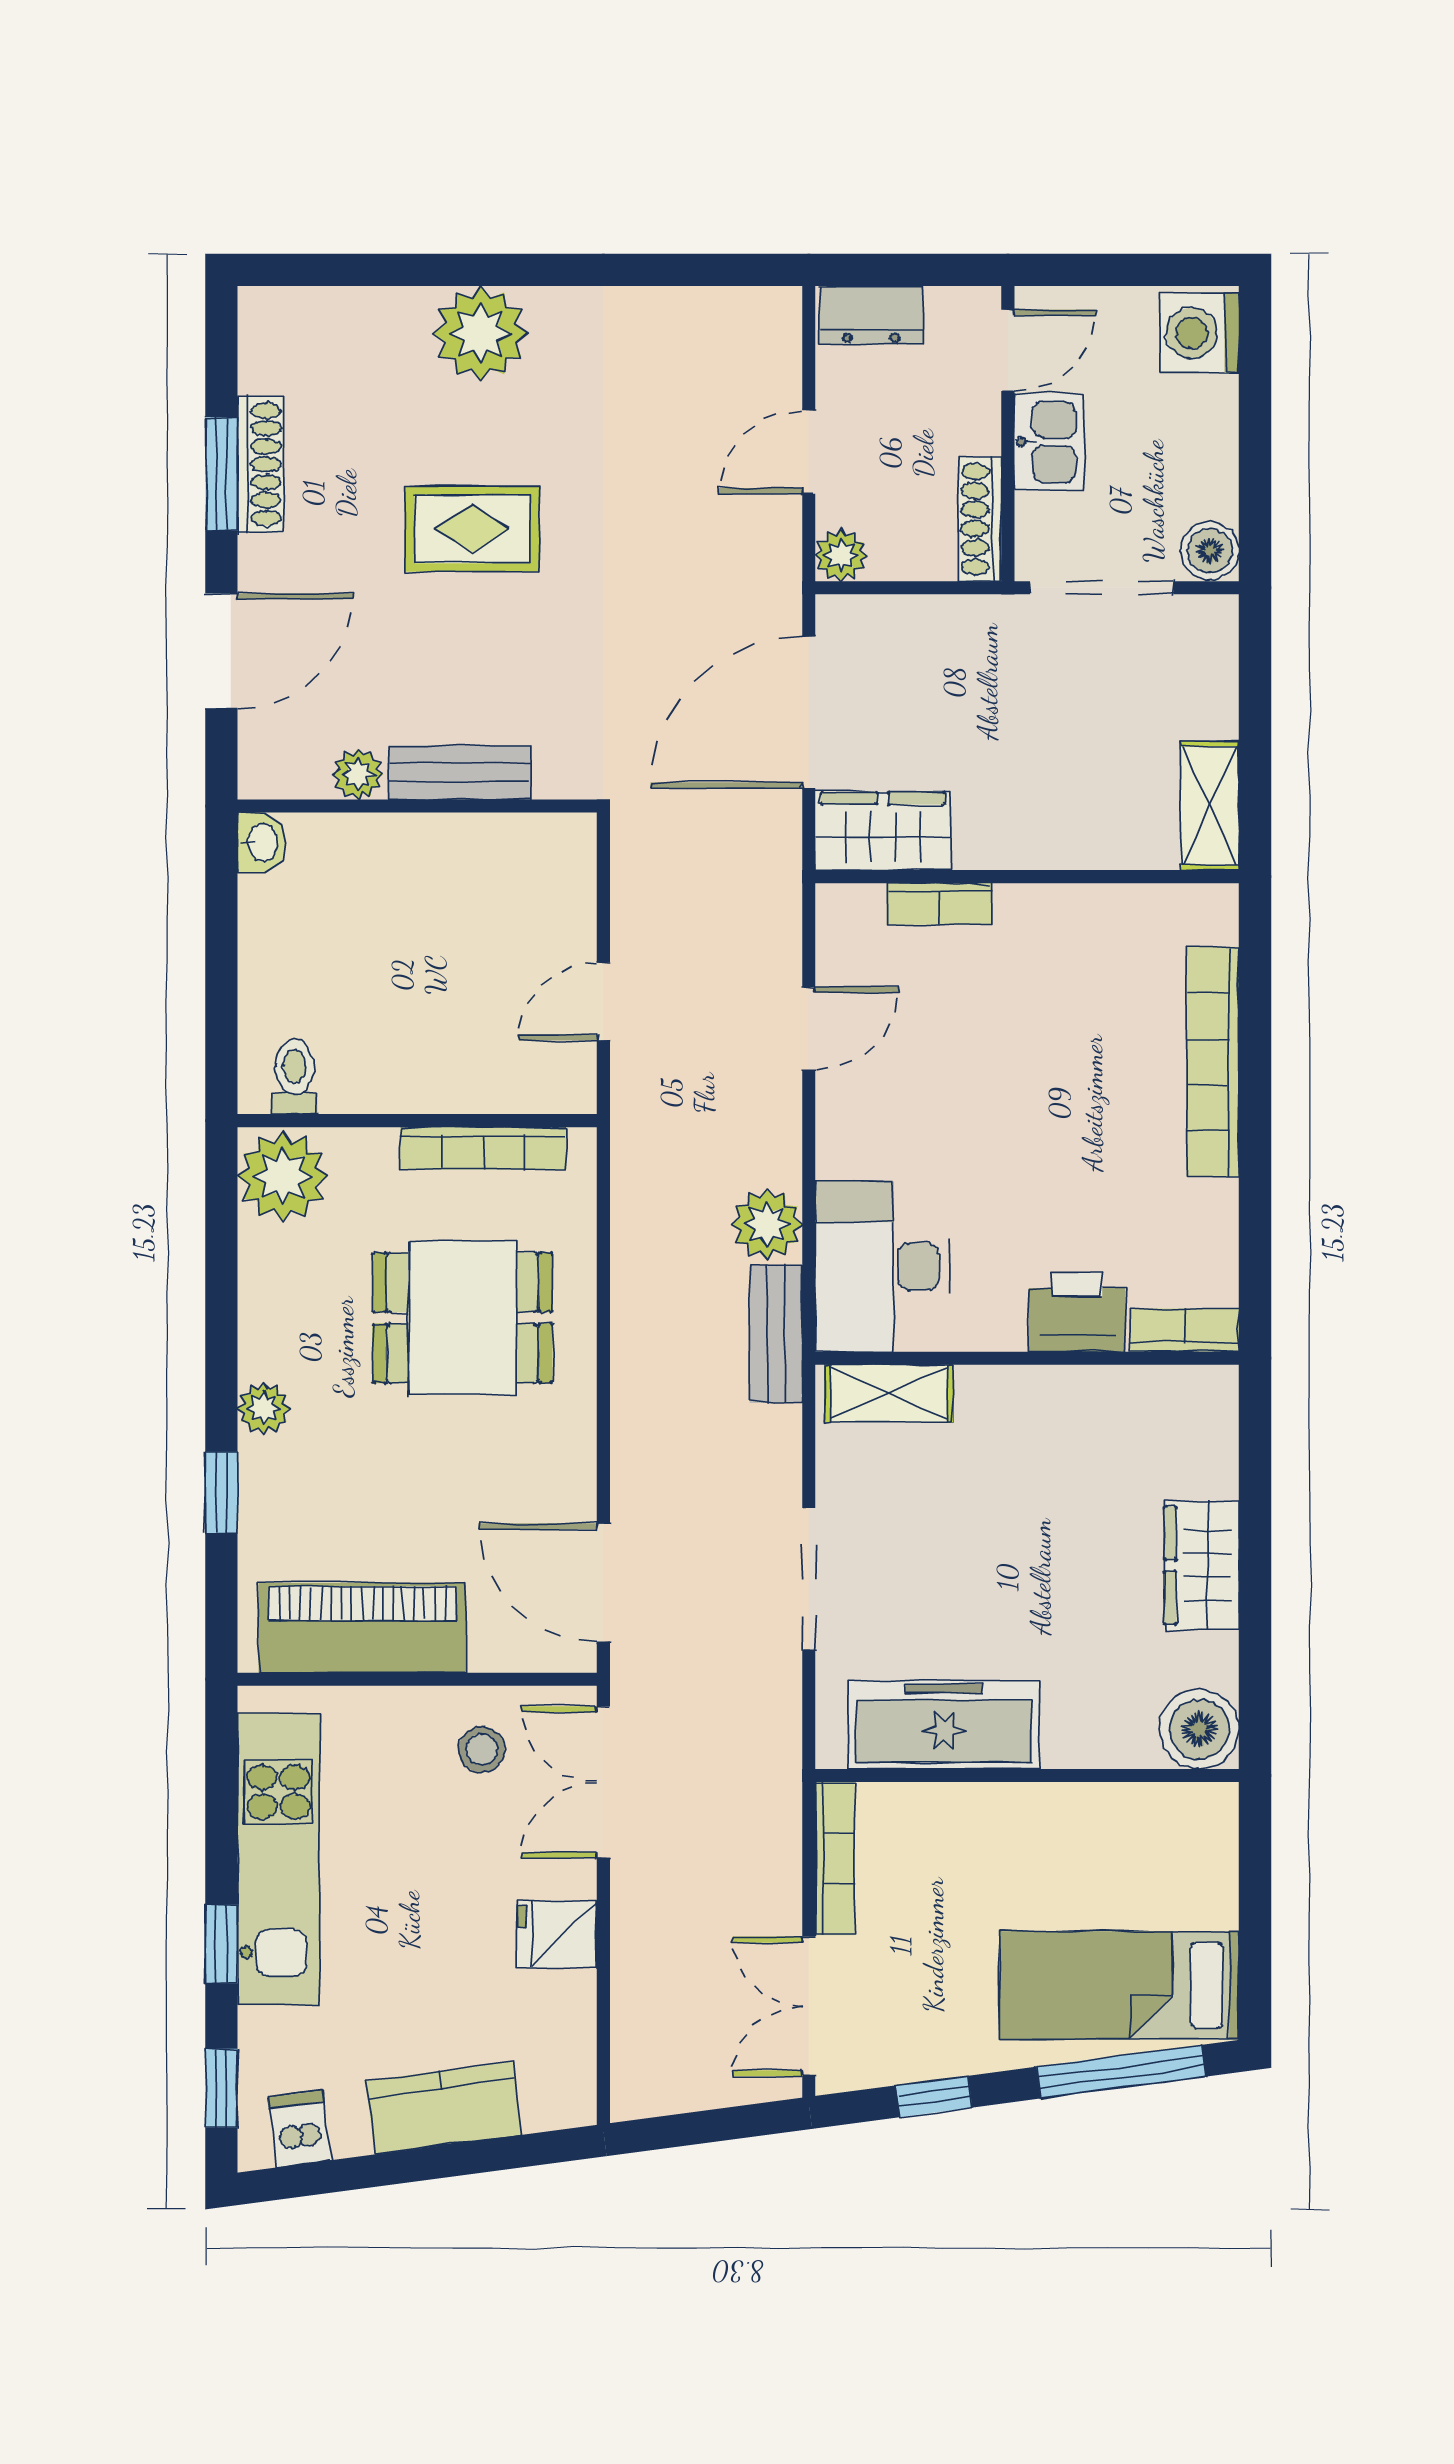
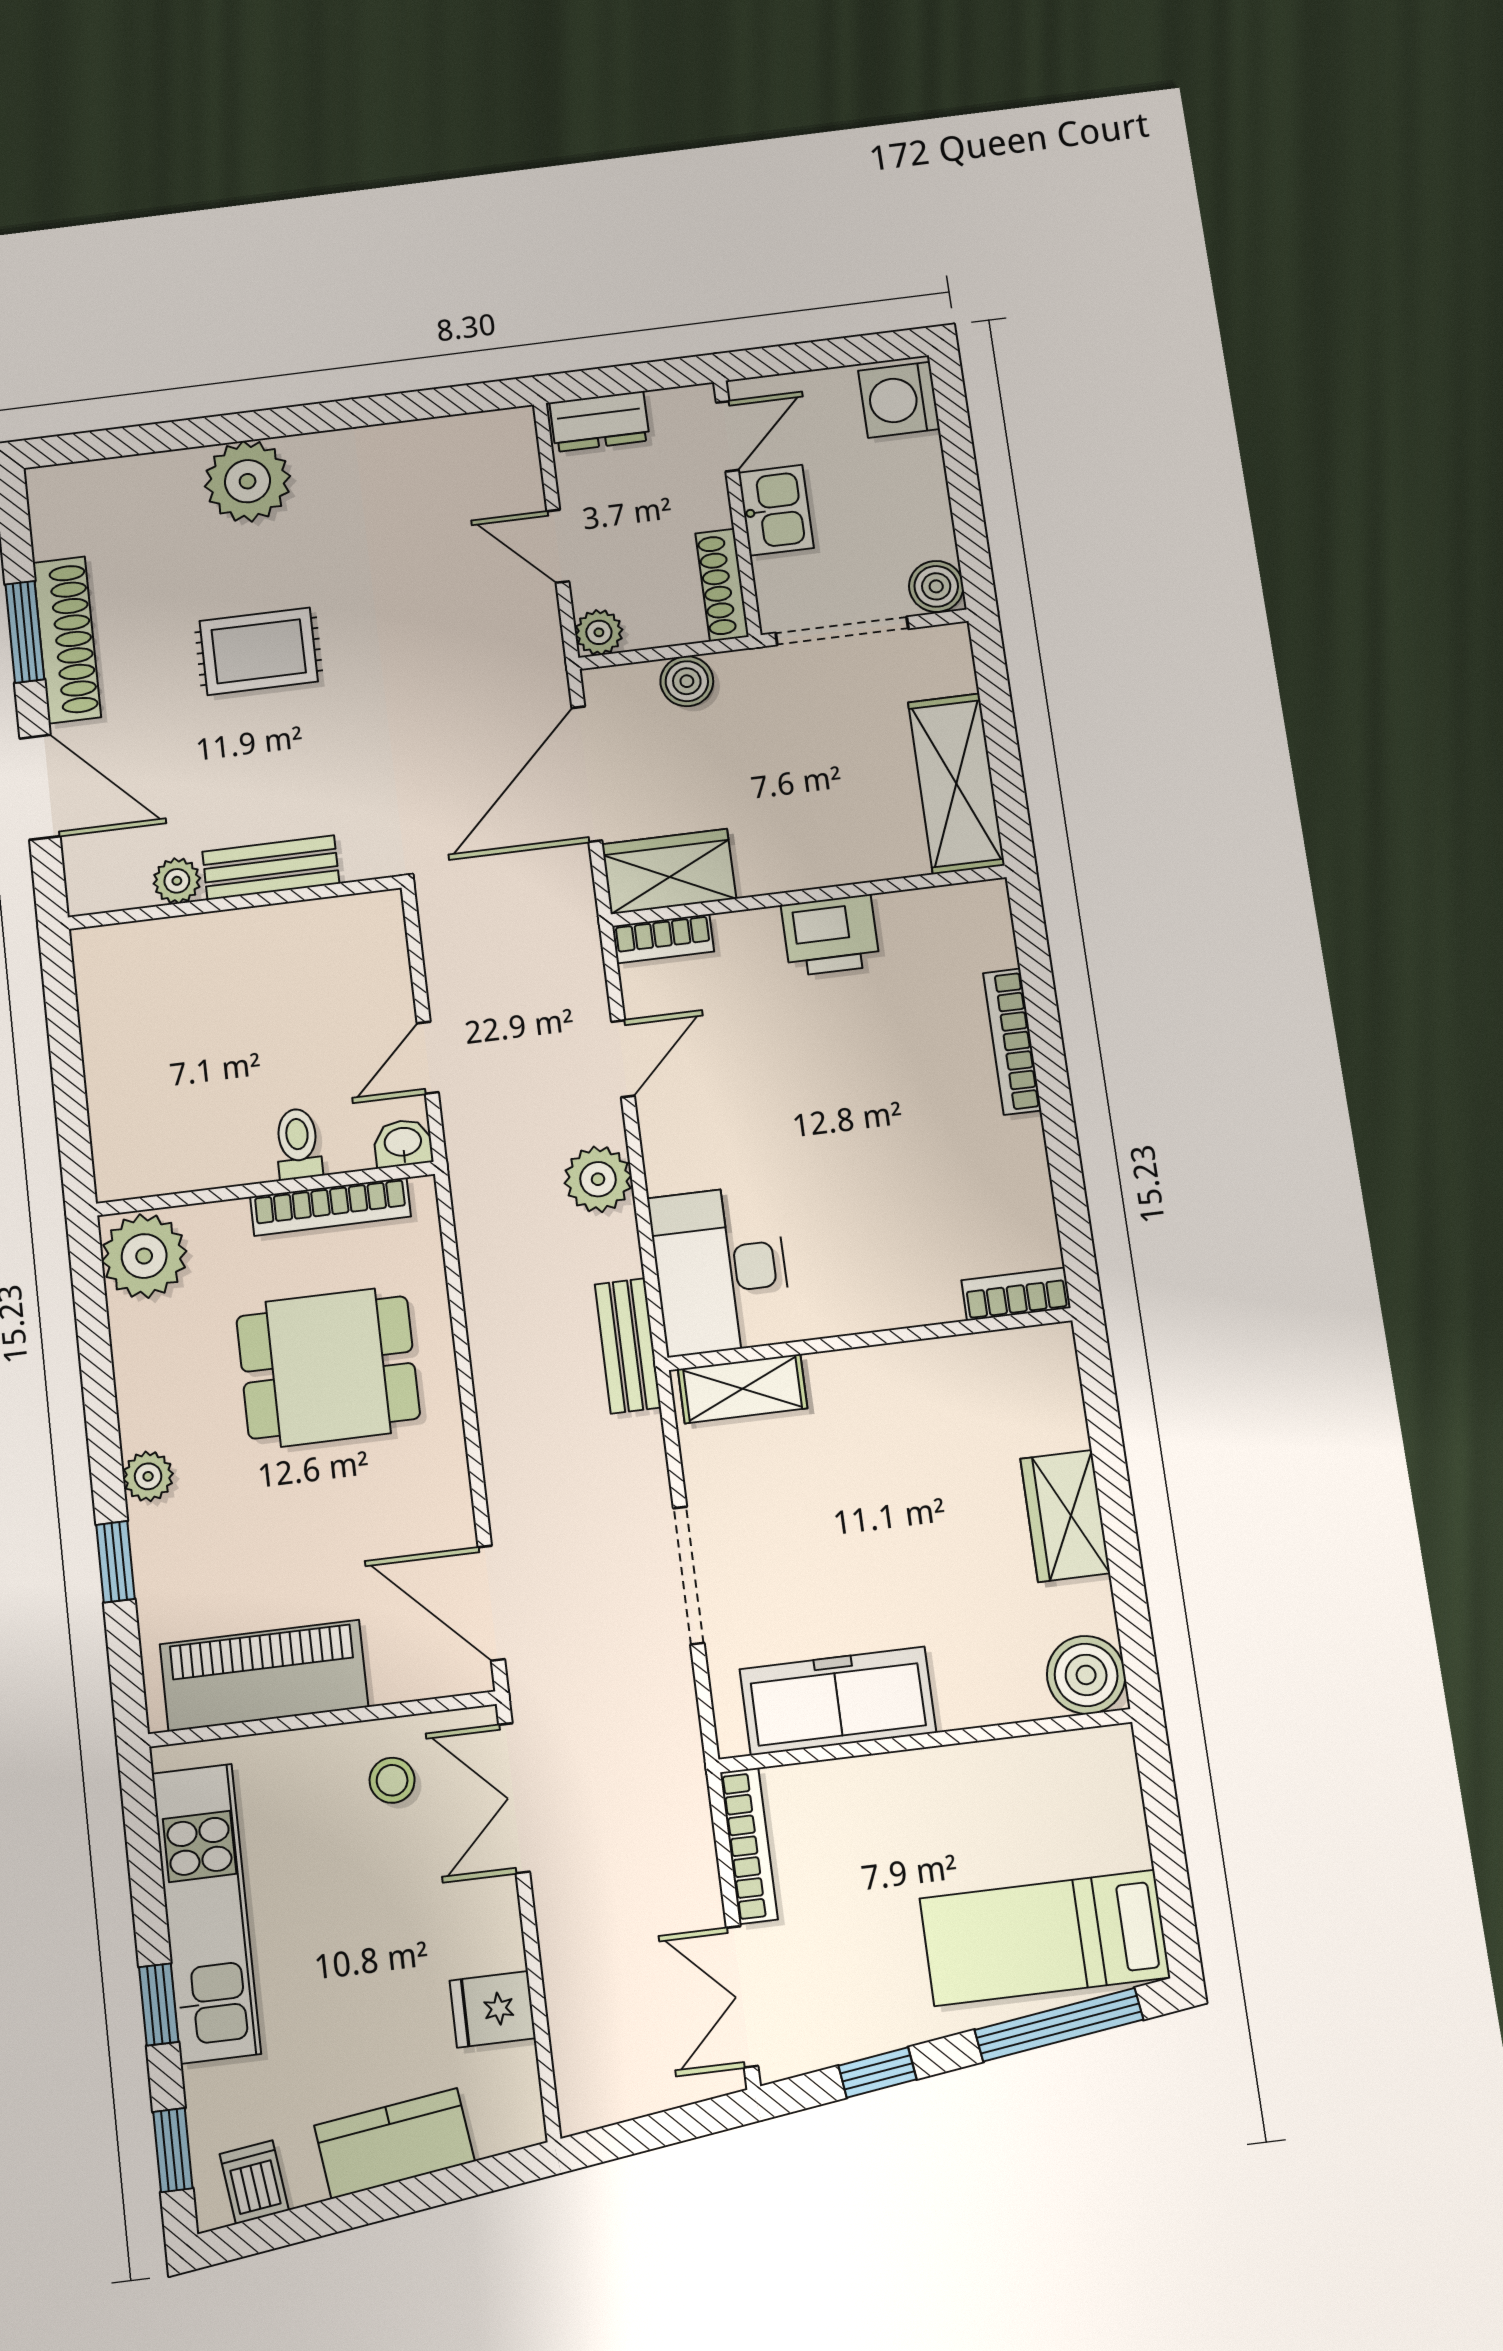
door: (809, 452) -> (558, 546), hinge flipped
shoe rack: (261, 464) -> (67, 640), width x1.36, depth x1.24
boiler: (929, 623) -> (687, 681), added
door: (221, 651) -> (40, 787), hinge flipped
shelving: (1210, 806) -> (956, 784), width x1.50, depth x1.33
washbasin: (262, 842) -> (403, 1143), moved, turned -90
bookcase: (939, 904) -> (663, 939), moved
bookcase: (1213, 1062) -> (1012, 1042), width x0.68, depth x0.76
toilet: (295, 1077) -> (298, 1144), moved
plant: (767, 1224) -> (598, 1179), moved
printer: (1077, 1312) -> (830, 935), moved, turned 180
fridge: (557, 1934) -> (493, 2009), moved

